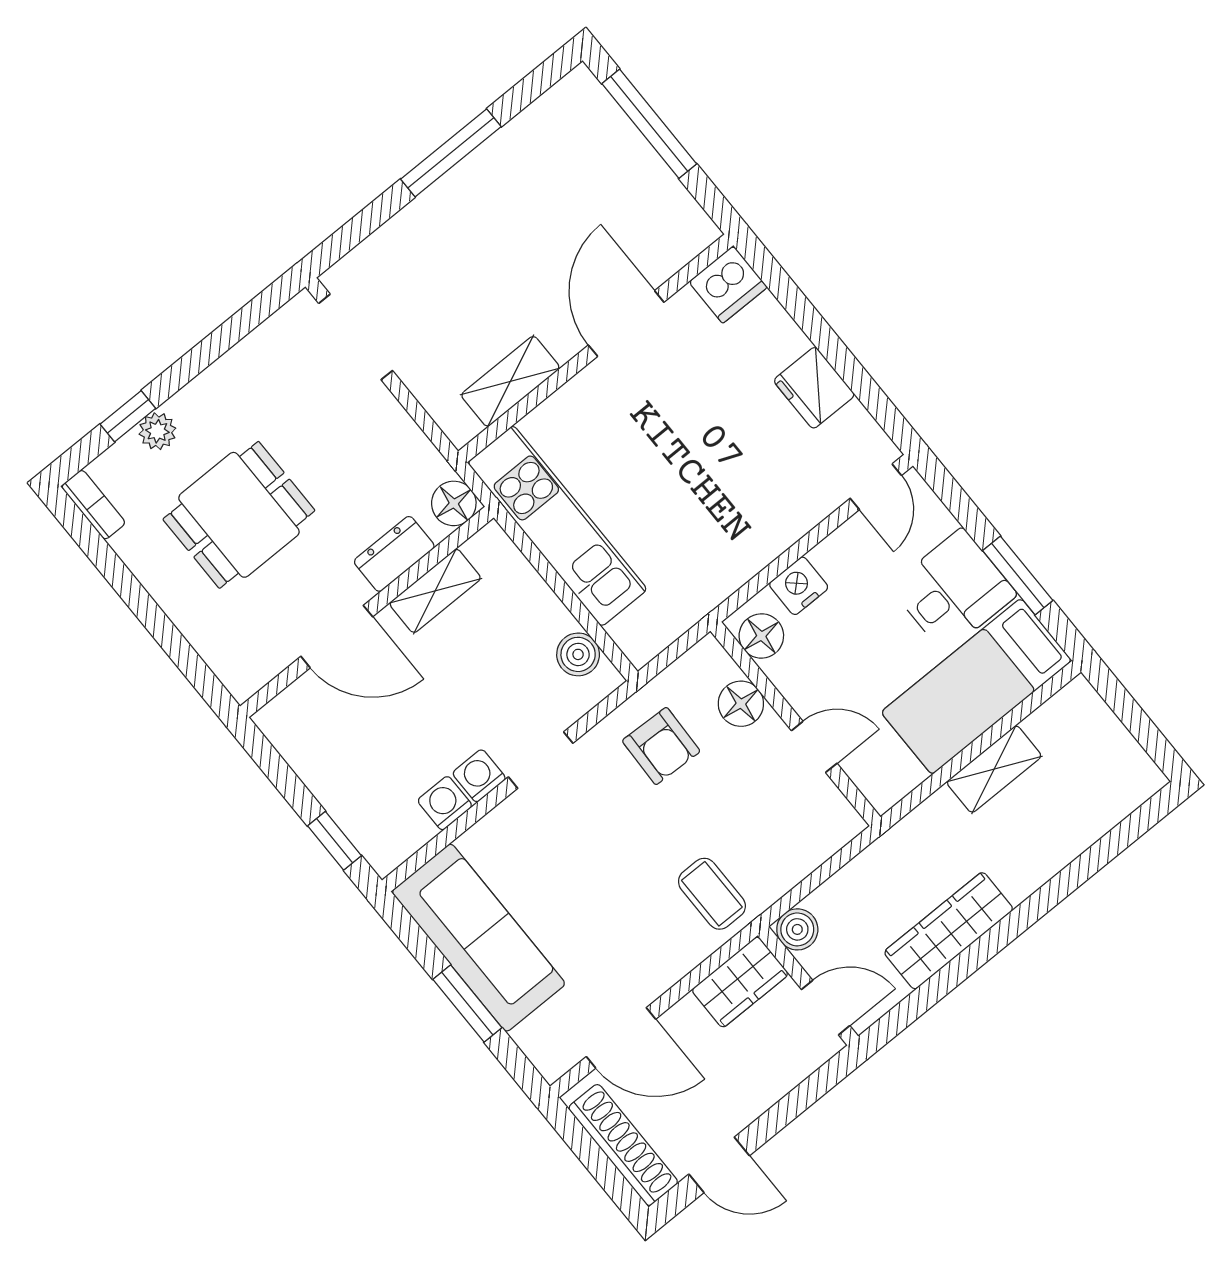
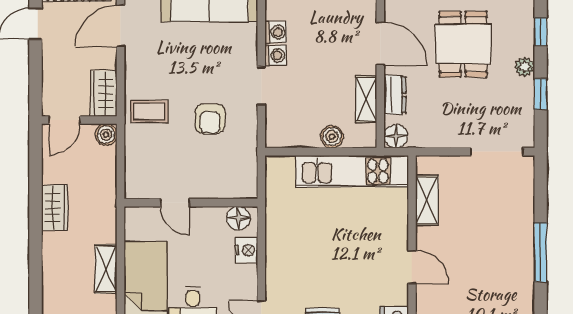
door: (626, 324) -> (412, 267), width x0.73
window: (219, 342) -> (541, 94), added
plant: (157, 431) -> (525, 67), moved
door: (337, 637) -> (380, 44), swing flipped
boiler: (578, 654) -> (332, 137), moved
floor lamp: (741, 704) -> (217, 187), removed
armchair: (661, 746) -> (210, 119), moved, turned -92
door: (814, 747) -> (175, 203), hinge flipped
wardrobe: (949, 931) -> (55, 208), width x0.67

